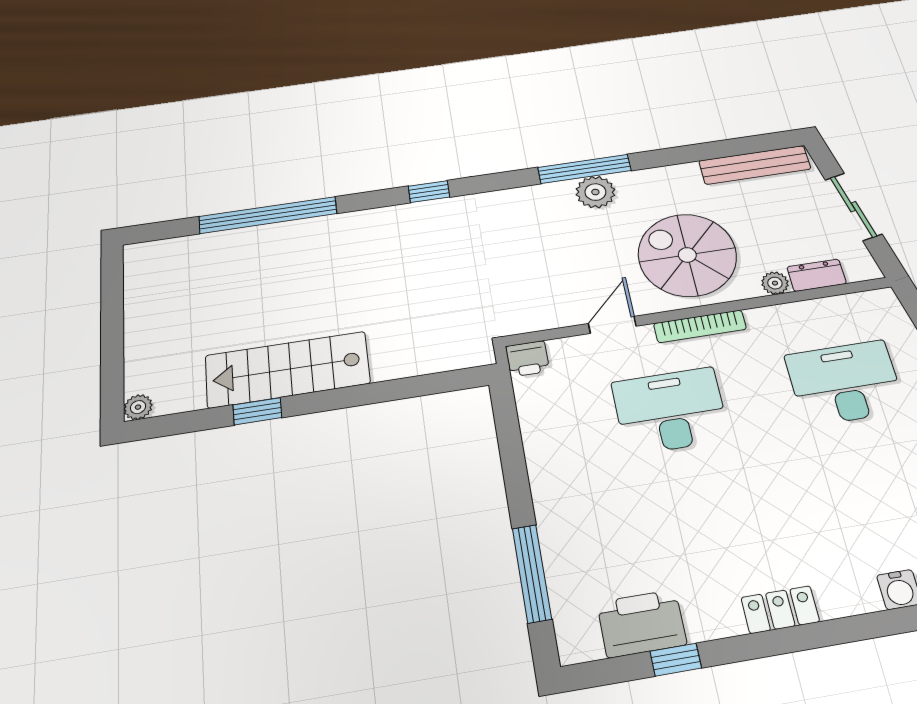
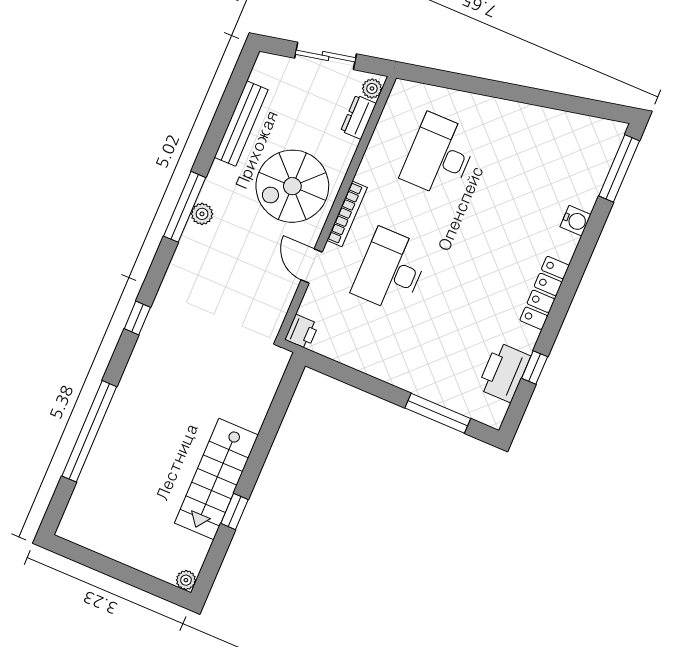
bench: (755, 165) -> (241, 124), moved
plant: (595, 192) -> (202, 214), width x0.73, depth x0.73
plant: (775, 283) -> (372, 88), moved
locker: (780, 610) -> (544, 293), width x1.53

